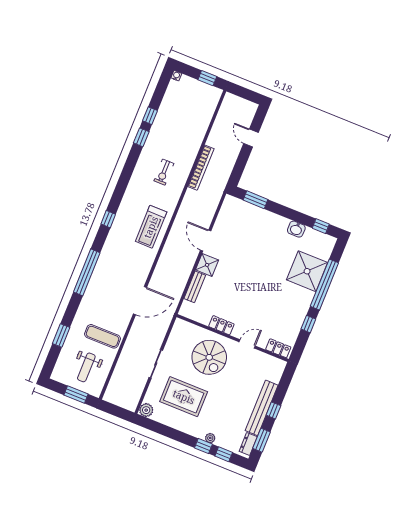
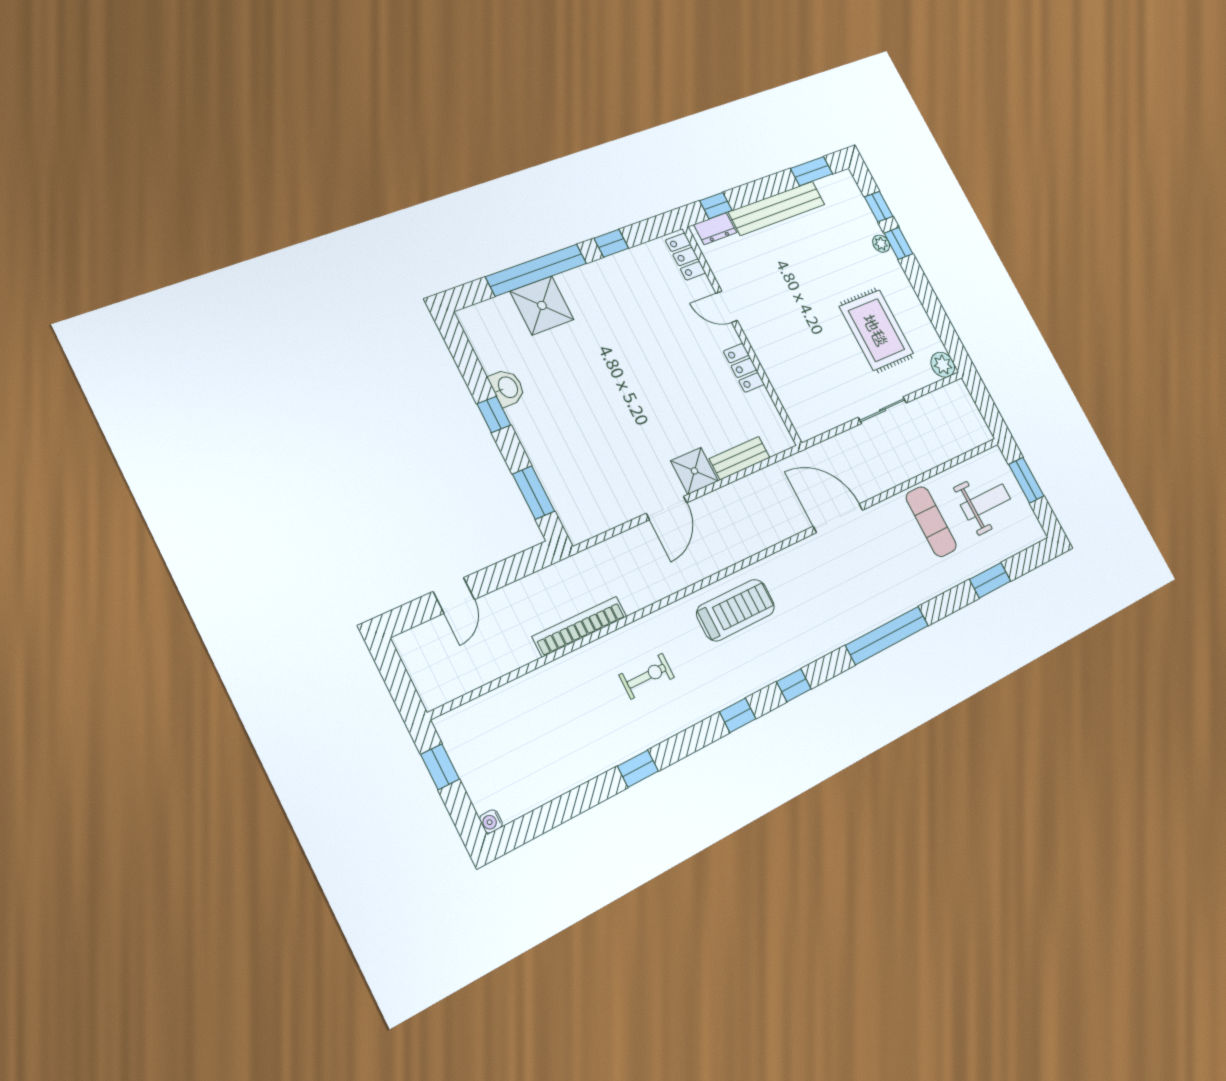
window: (150, 116) -> (738, 715), moved
window: (321, 226) -> (494, 414), moved
shower: (307, 271) -> (542, 305), width x0.73, depth x0.73
spiral stairs: (209, 357) -> (798, 344), removed
window: (273, 410) -> (716, 206), moved
dresser: (248, 444) -> (715, 229), moved

